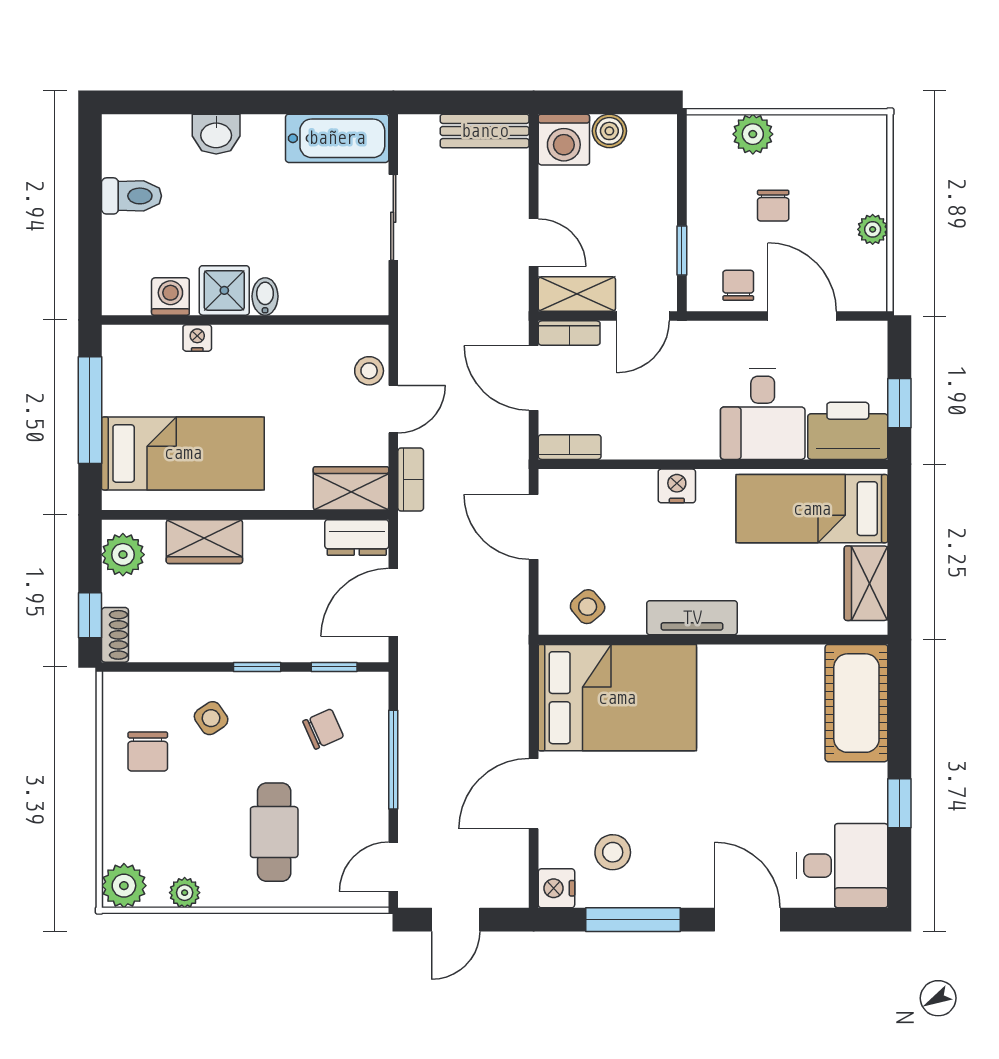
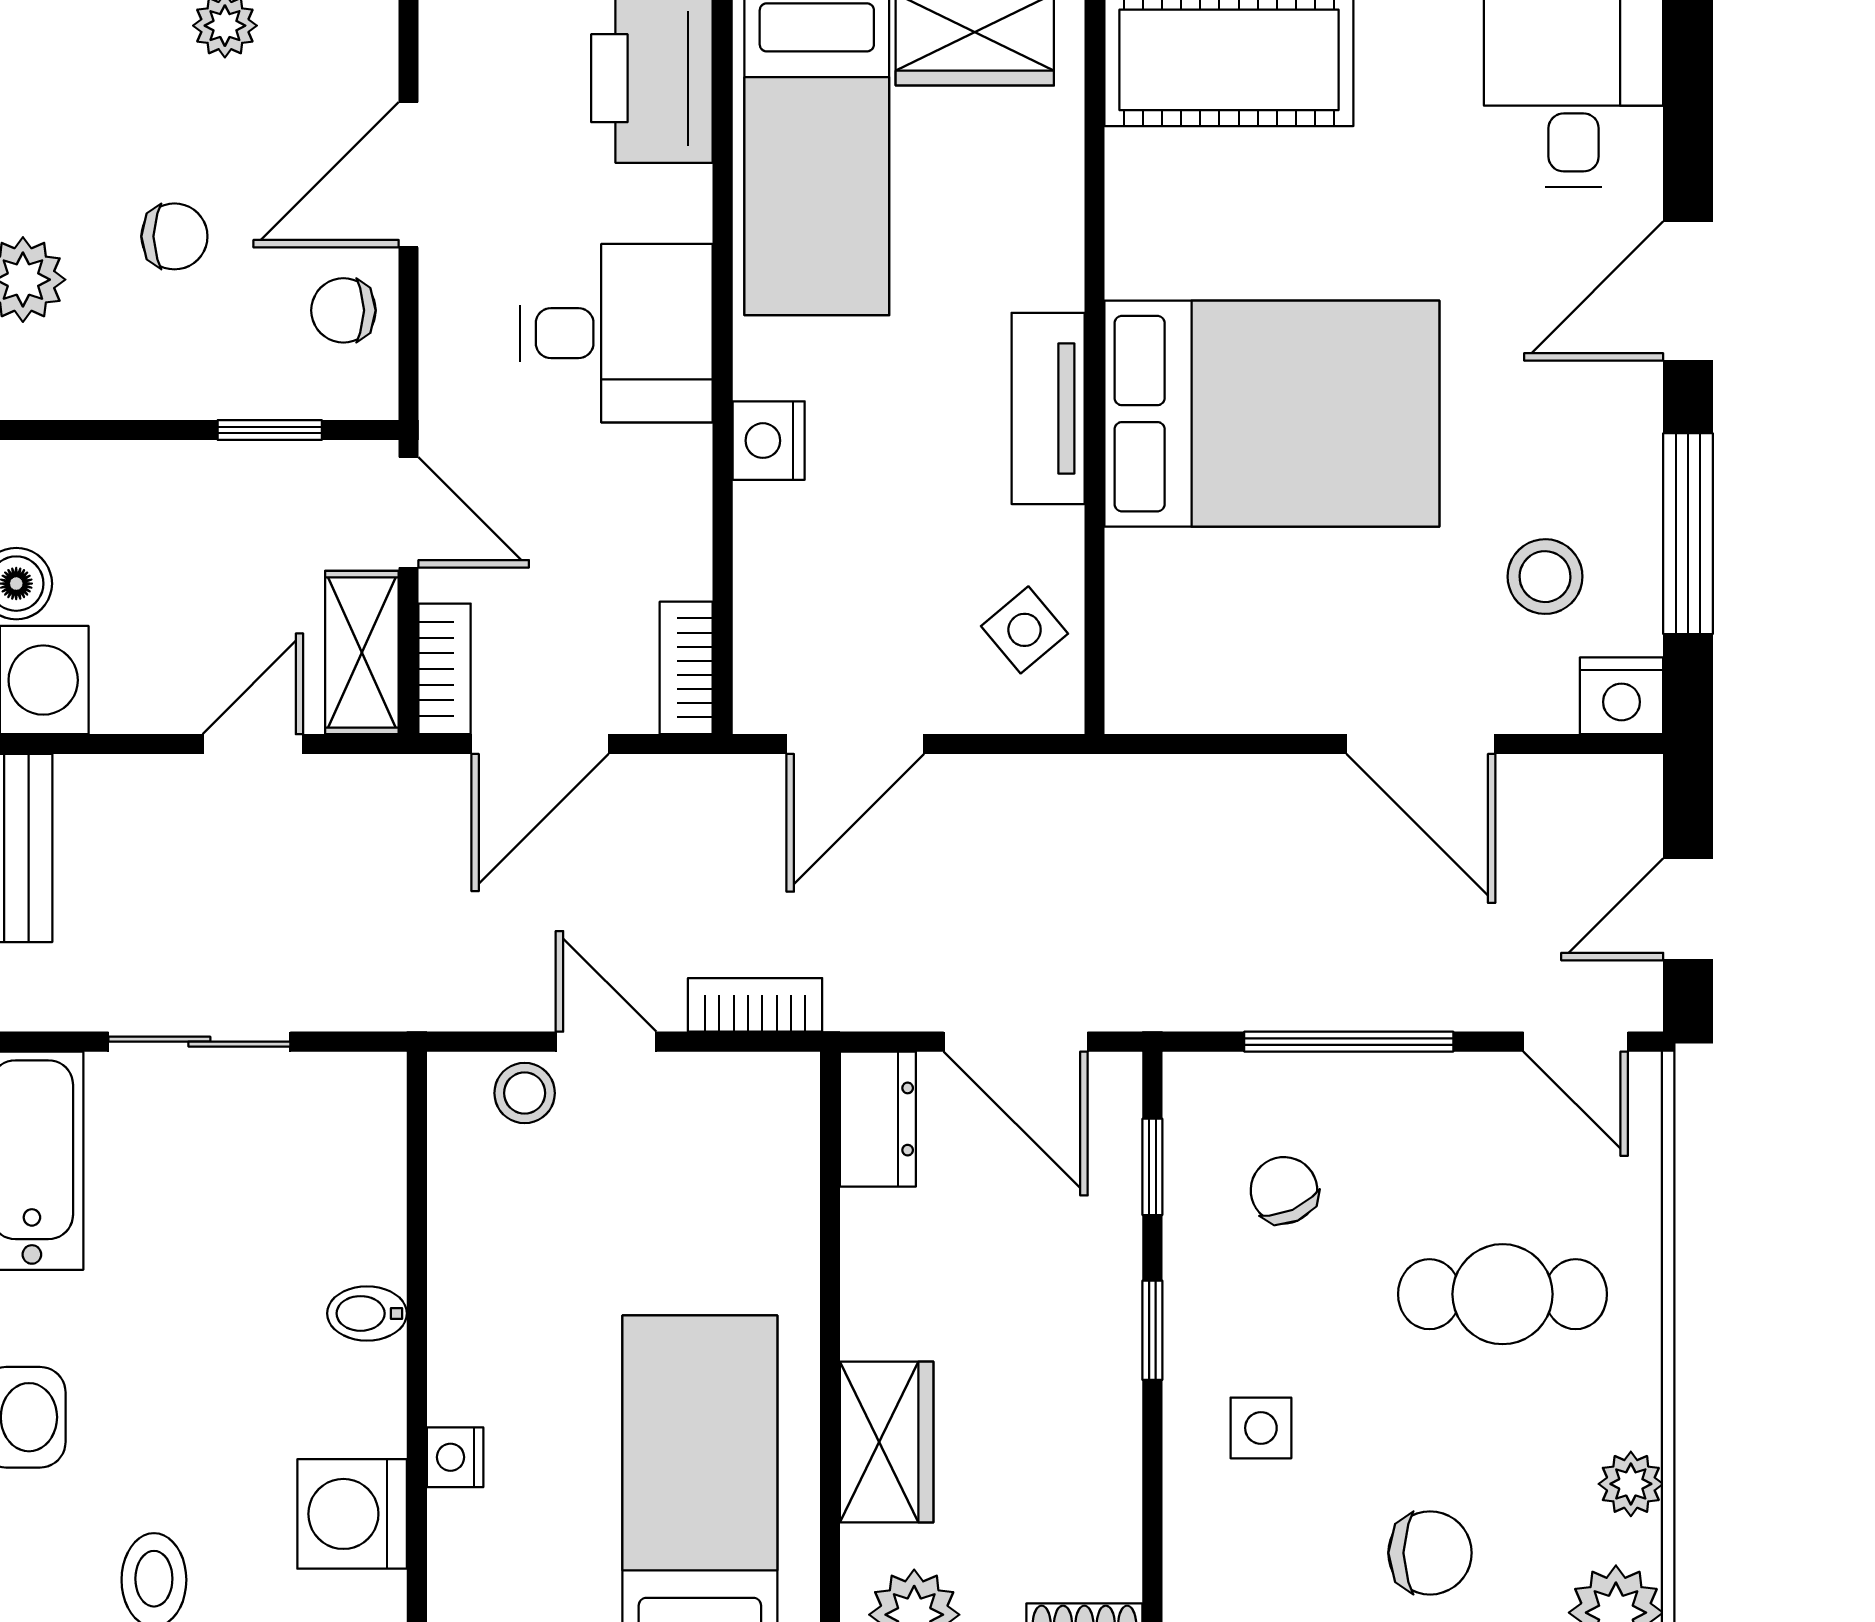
shower: (224, 290) -> (354, 1400), removed
washing machine: (170, 296) -> (352, 1514), width x1.38, depth x1.38
desk: (763, 414) -> (617, 333), moved
wardrobe: (351, 488) -> (774, 1131), removed
bed: (617, 698) -> (1272, 414), moved, turned 90
side table: (211, 718) -> (1261, 1428), turned 34
chair: (148, 751) -> (1430, 1553), moved
door: (456, 920) -> (1688, 909), swing flipped

